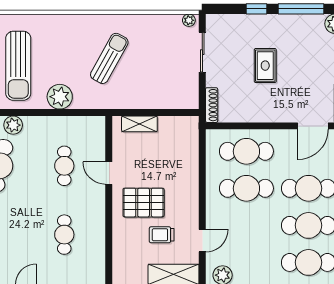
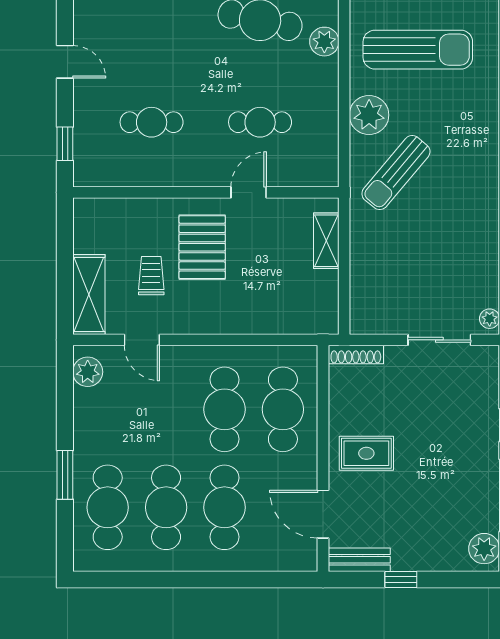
sun lounger: (109, 58) -> (396, 173), moved, turned 101
sun lounger: (18, 66) -> (418, 50), turned 180
rug: (265, 66) -> (366, 453), moved

